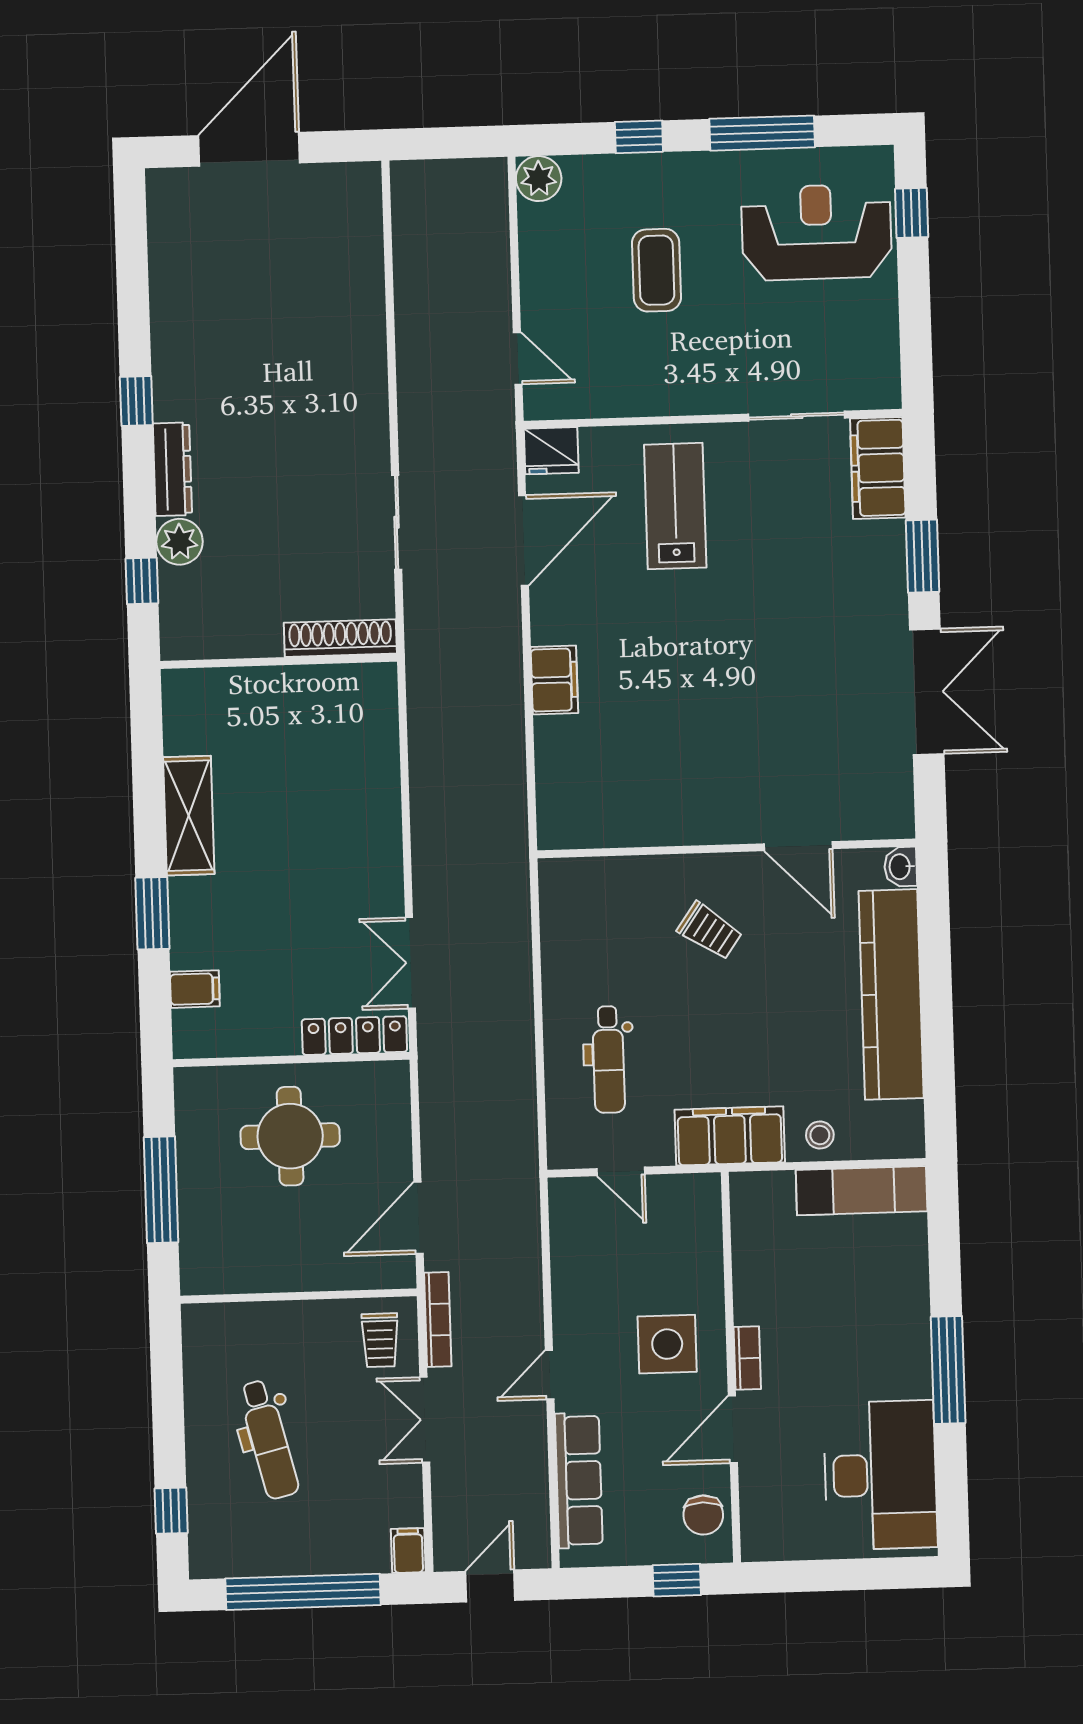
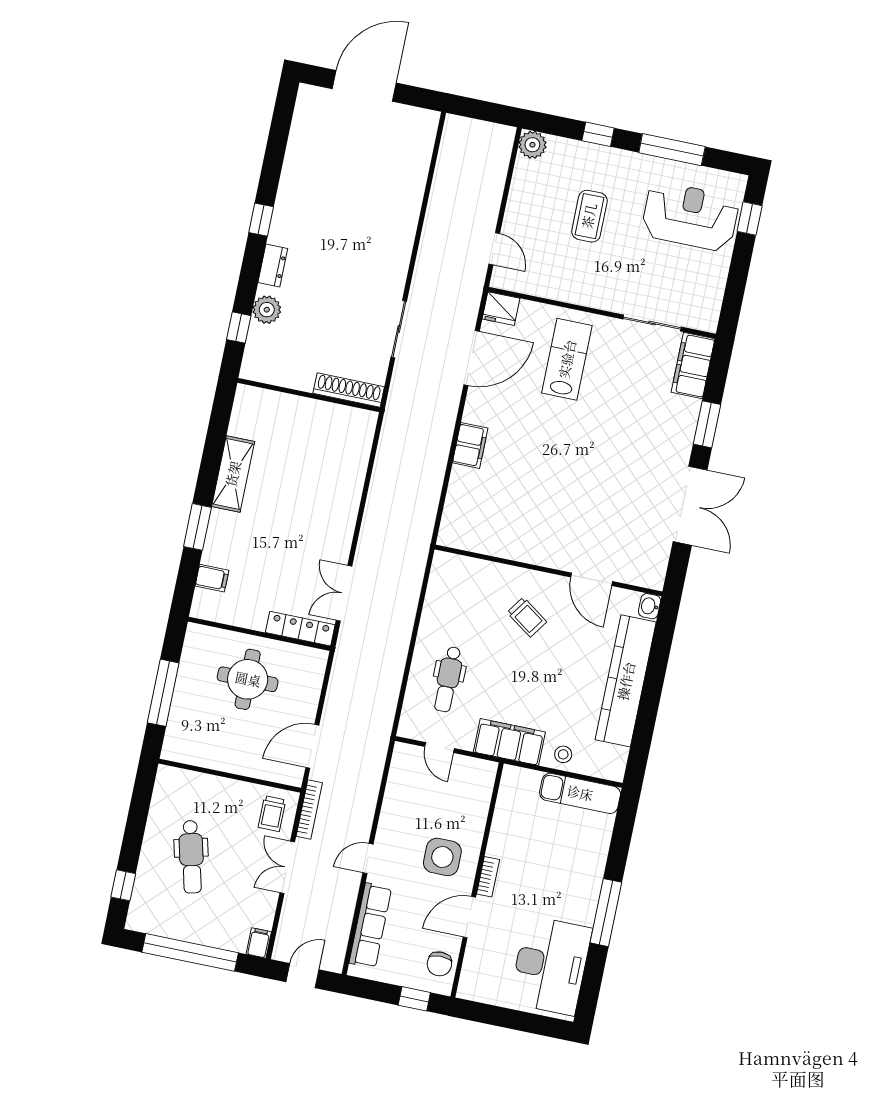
dresser: (172, 469) -> (273, 265), width x0.70

